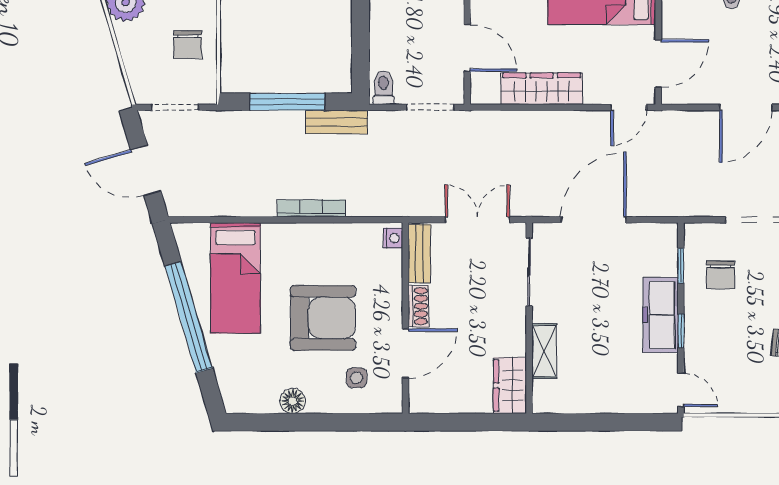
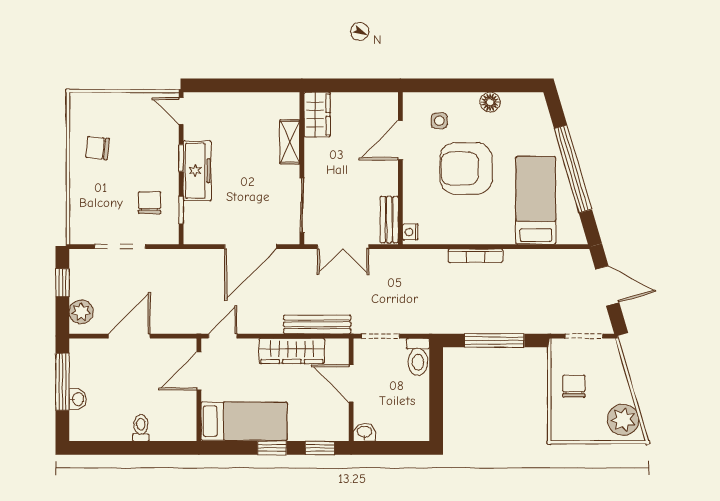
toilet: (383, 88) -> (418, 357), width x1.37, depth x1.39
bench: (336, 122) -> (317, 324), moved, width x1.36
shoe rack: (418, 306) -> (390, 178), removed

